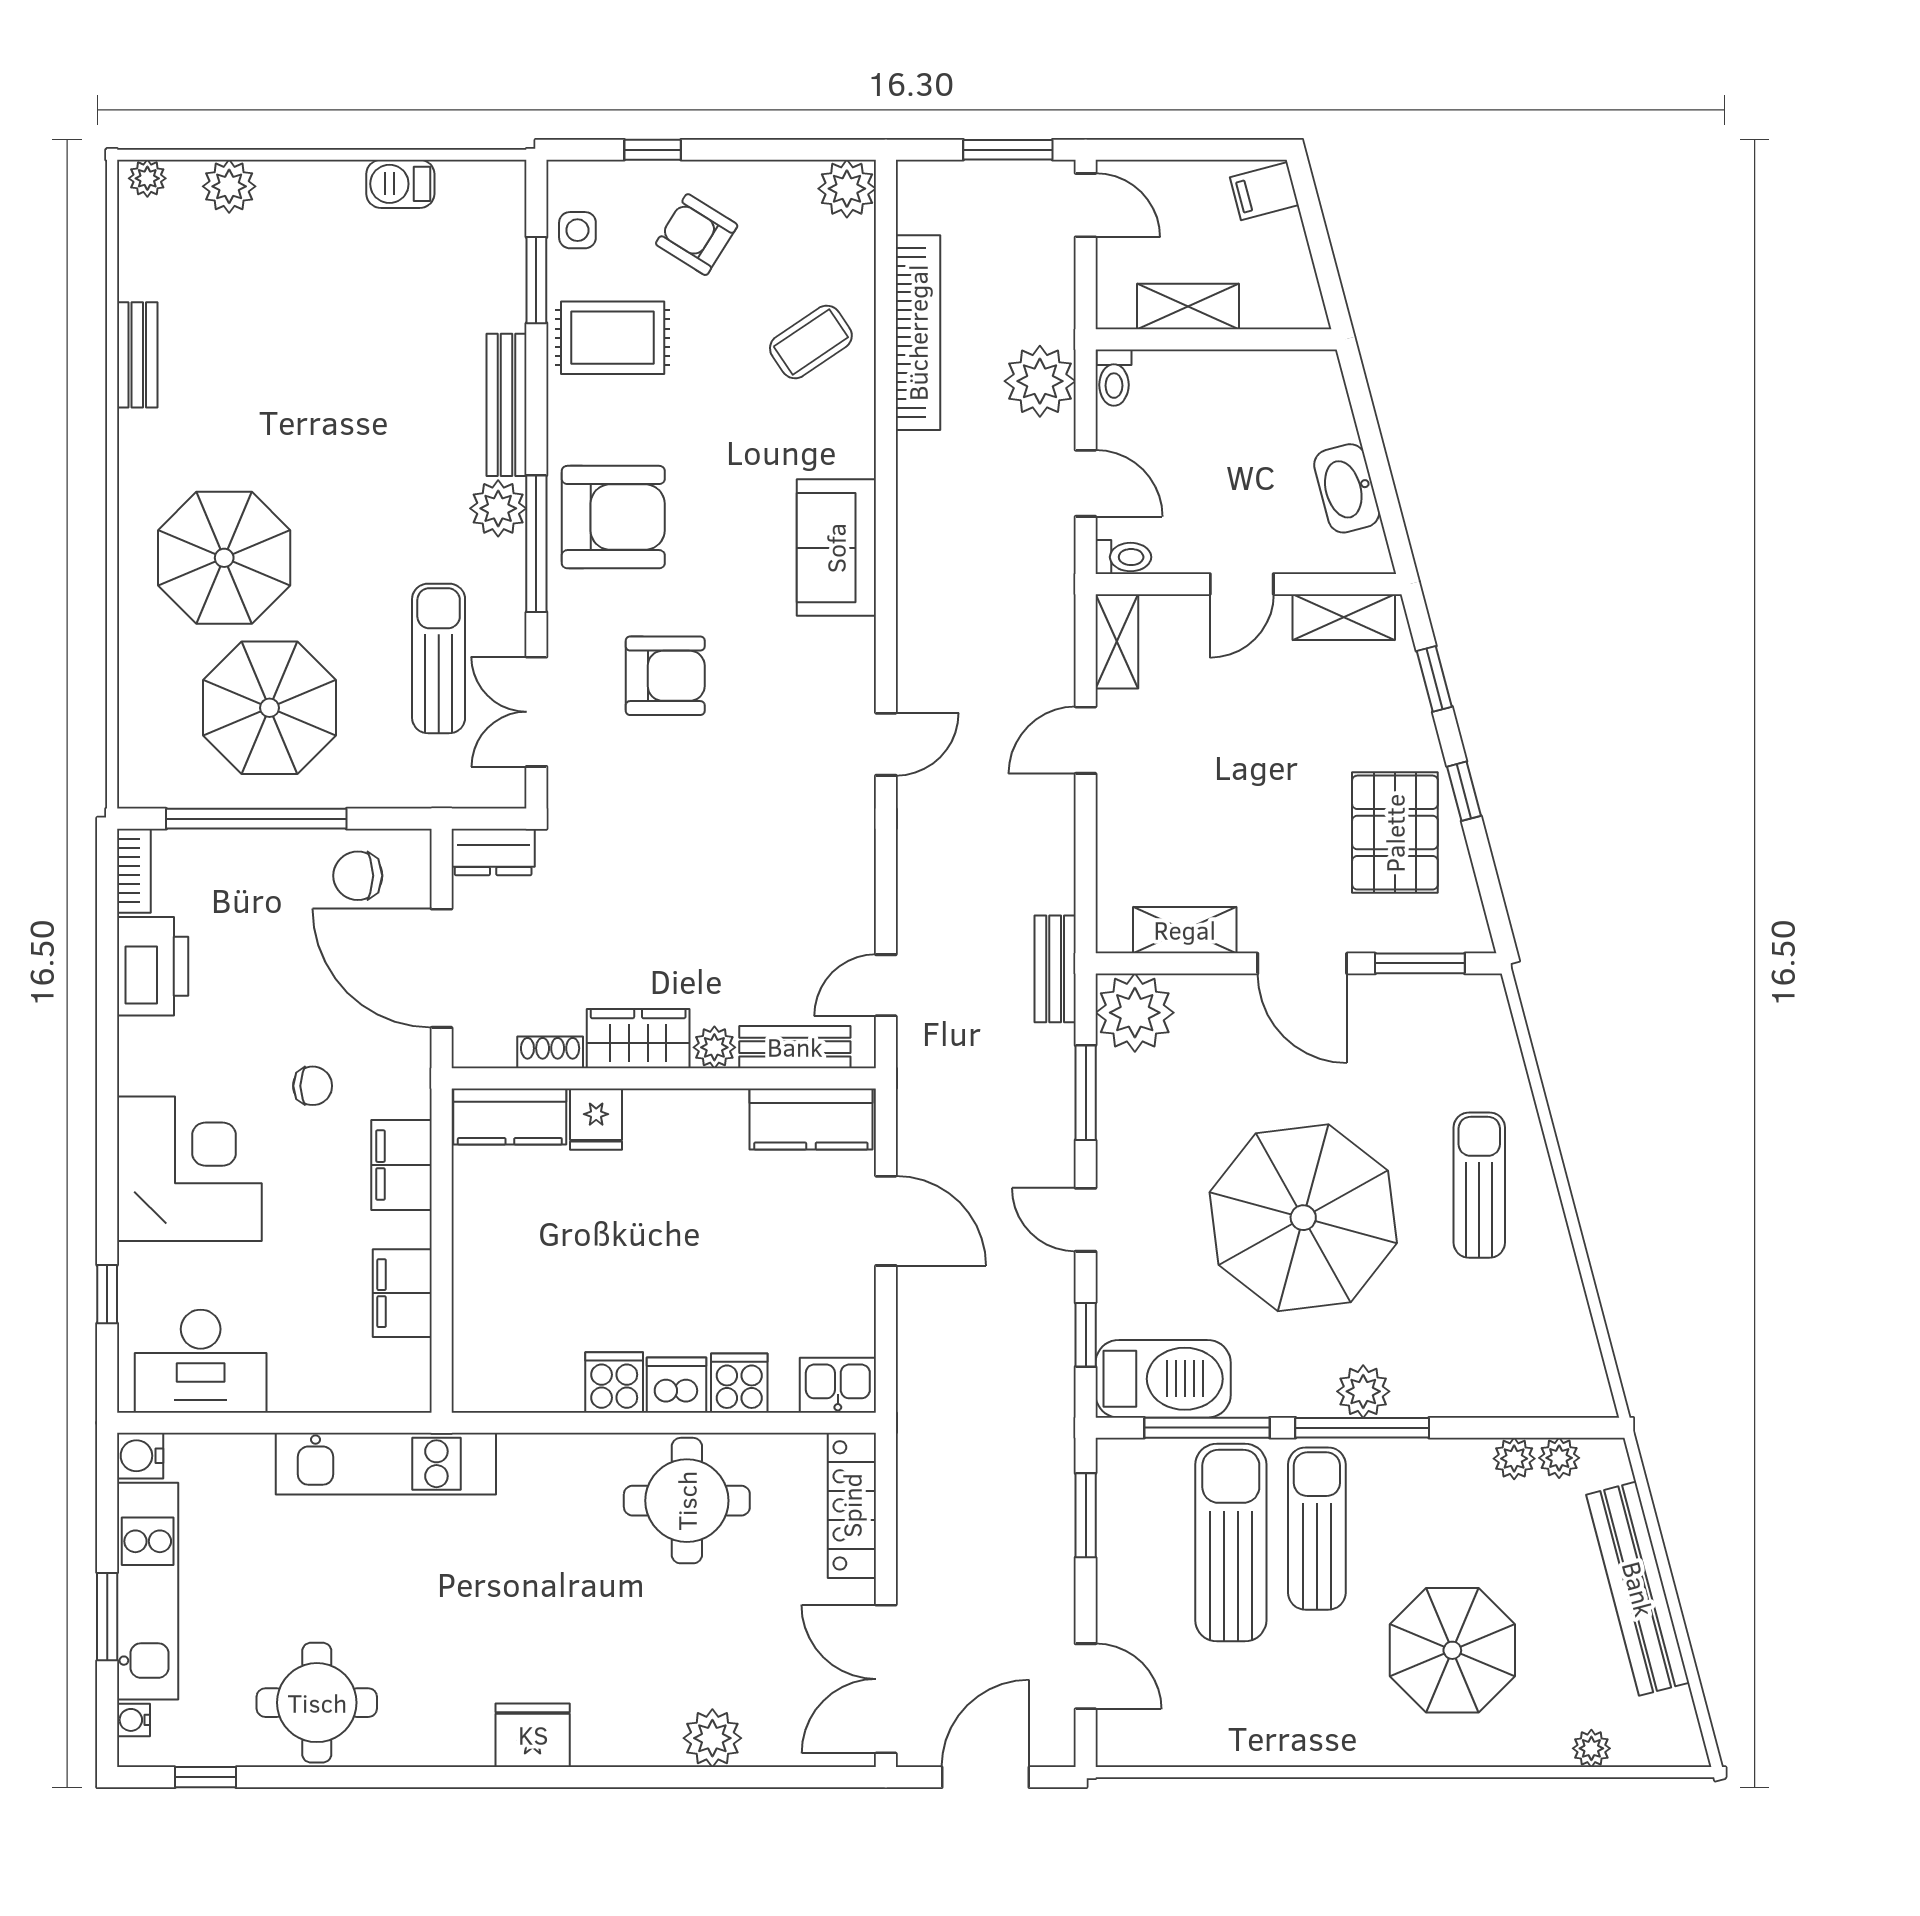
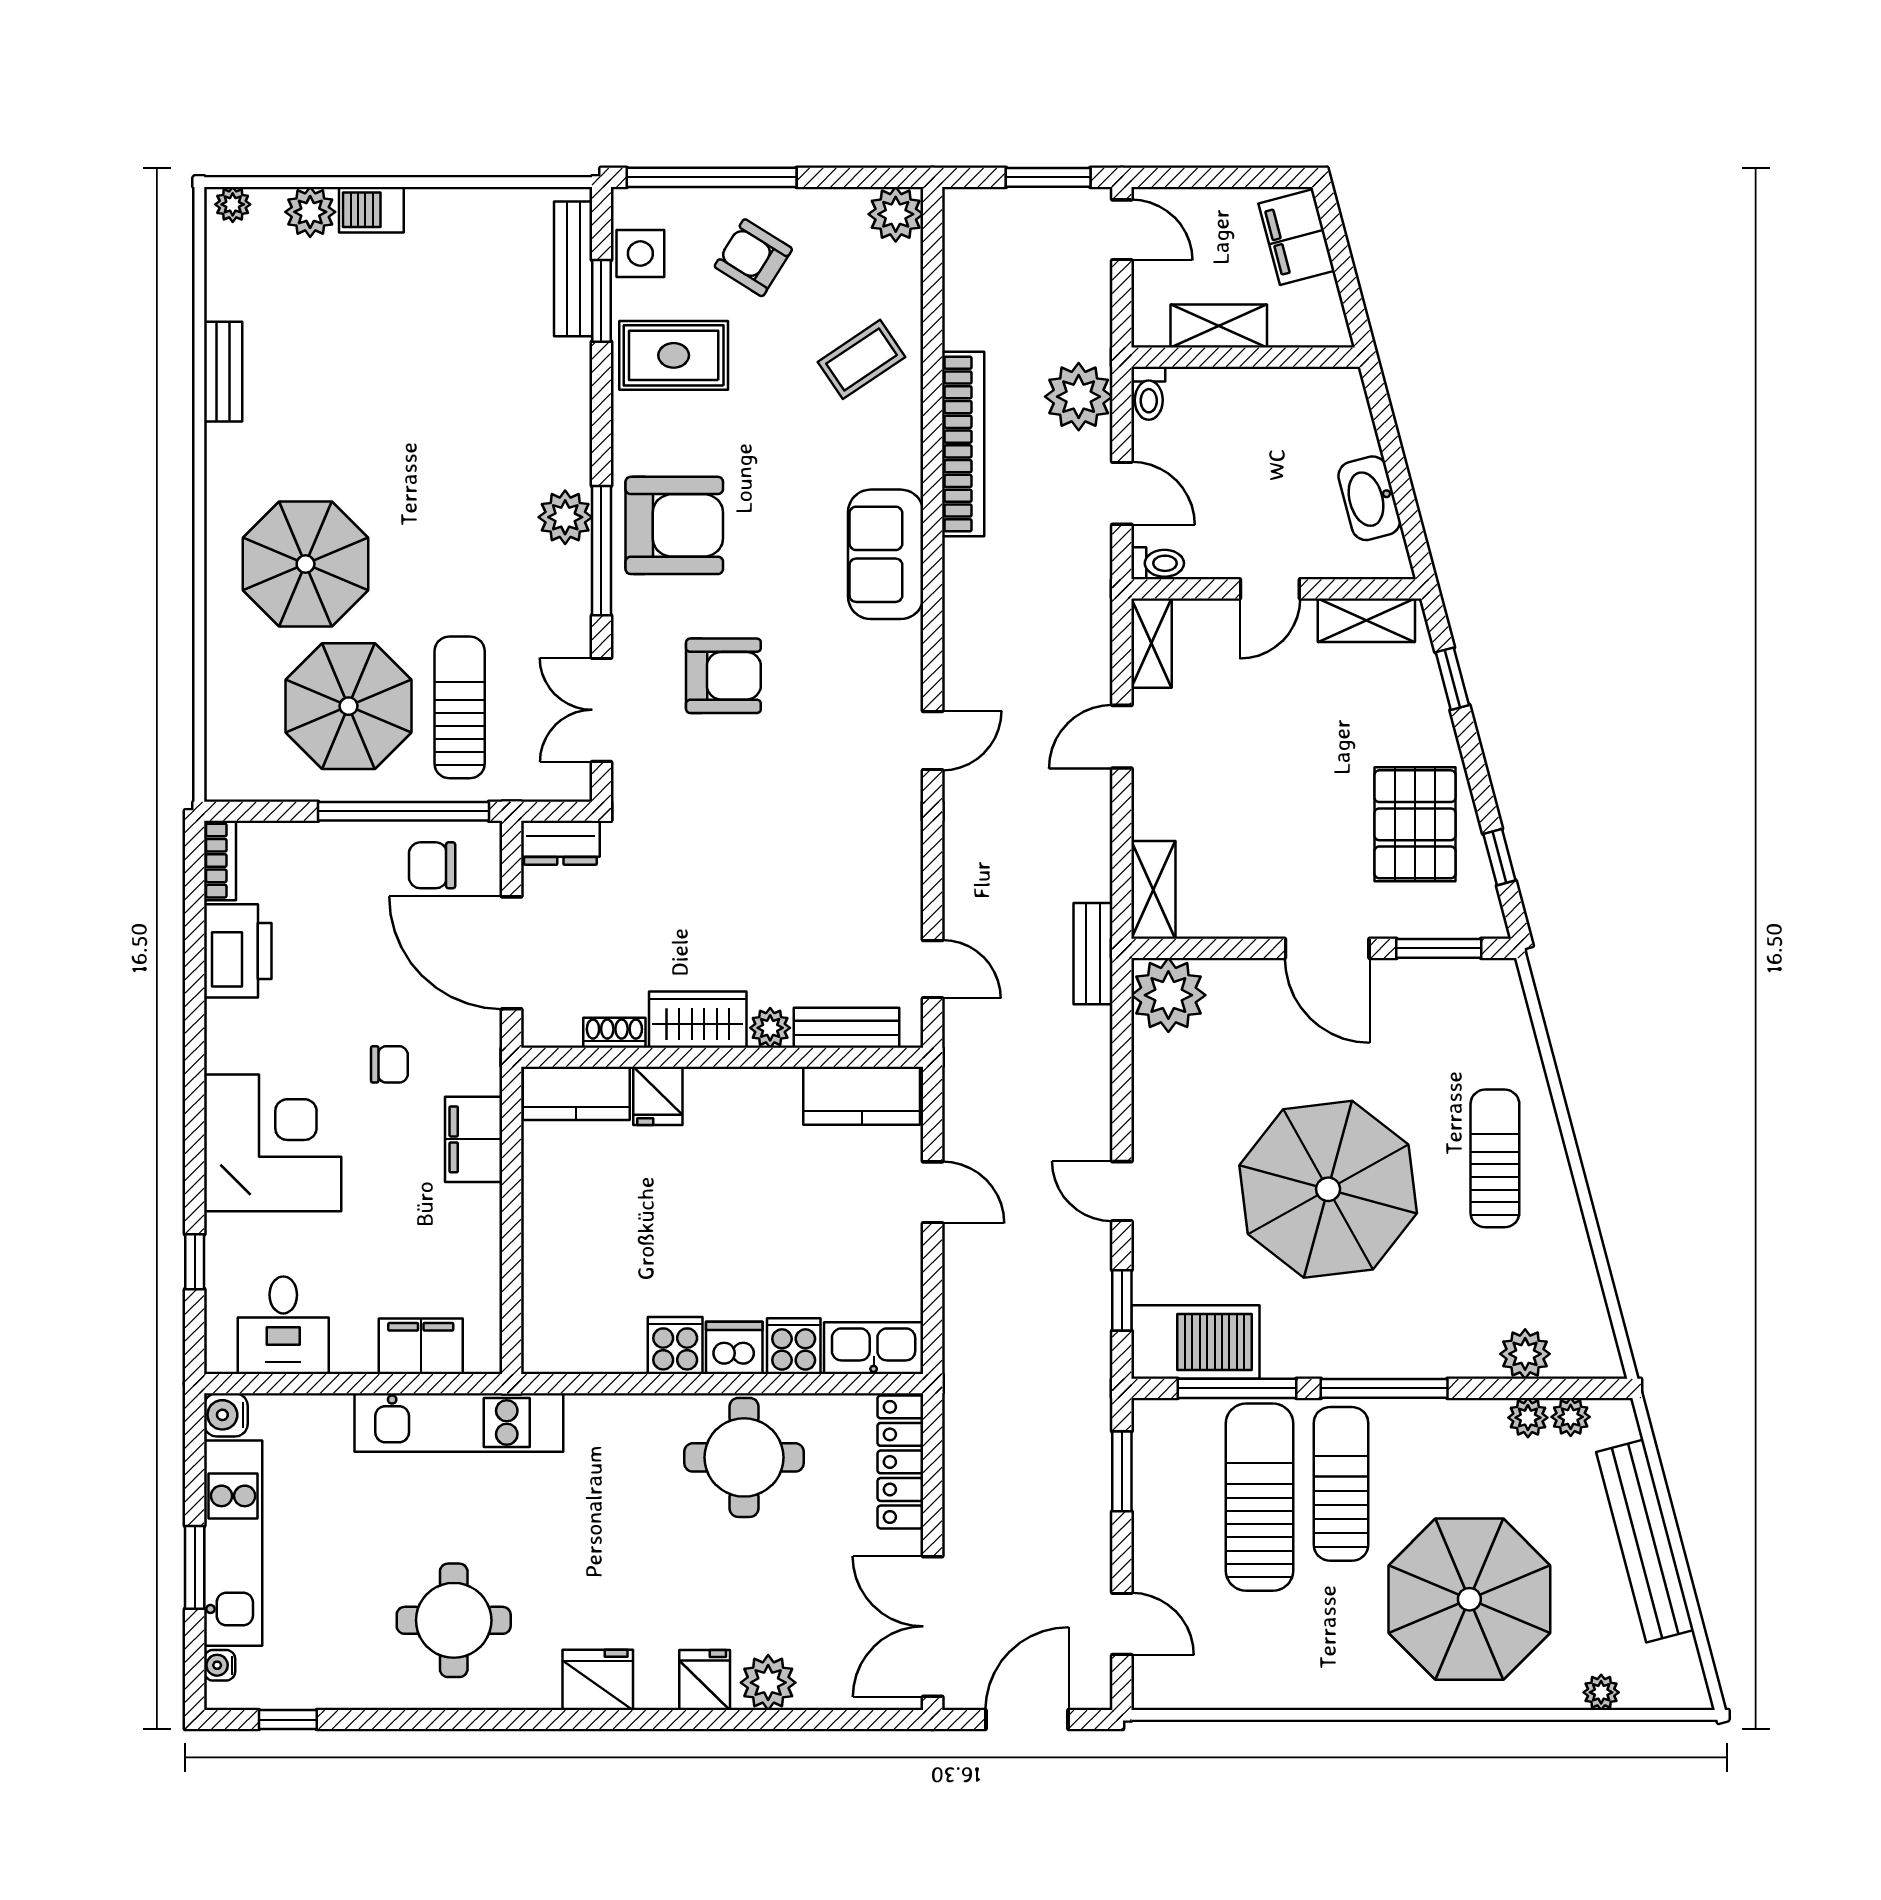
window: (653, 150) -> (712, 177), width x3.17
barbecue: (400, 184) -> (371, 210), moved
filing cabinet: (1264, 191) -> (1297, 237), width x2.00
side table: (577, 230) -> (640, 253), width x1.37, depth x1.37
bookcase: (918, 333) -> (963, 444), moved
bench: (506, 405) -> (573, 269), moved
sun lounger: (439, 658) -> (460, 707), moved
window: (1464, 791) -> (1499, 857), moved
window: (256, 819) -> (403, 811), moved
shelving: (1185, 930) -> (1153, 890), moved, turned 90
door: (886, 985) -> (933, 969), swing flipped
window: (1086, 1093) -> (1122, 1071), removed
door: (886, 1221) -> (933, 1192), width x0.73
filing cabinet: (402, 1293) -> (421, 1346), moved, turned 90
desk: (201, 1361) -> (283, 1325), width x0.73
kitchen sink: (838, 1385) -> (874, 1348), width x1.38
plant: (1363, 1391) -> (1525, 1354), moved
parasol: (1452, 1650) -> (1469, 1599), width x1.36, depth x1.36
round table: (317, 1703) -> (454, 1620), moved
fridge: (645, 1735) -> (705, 1680), added

